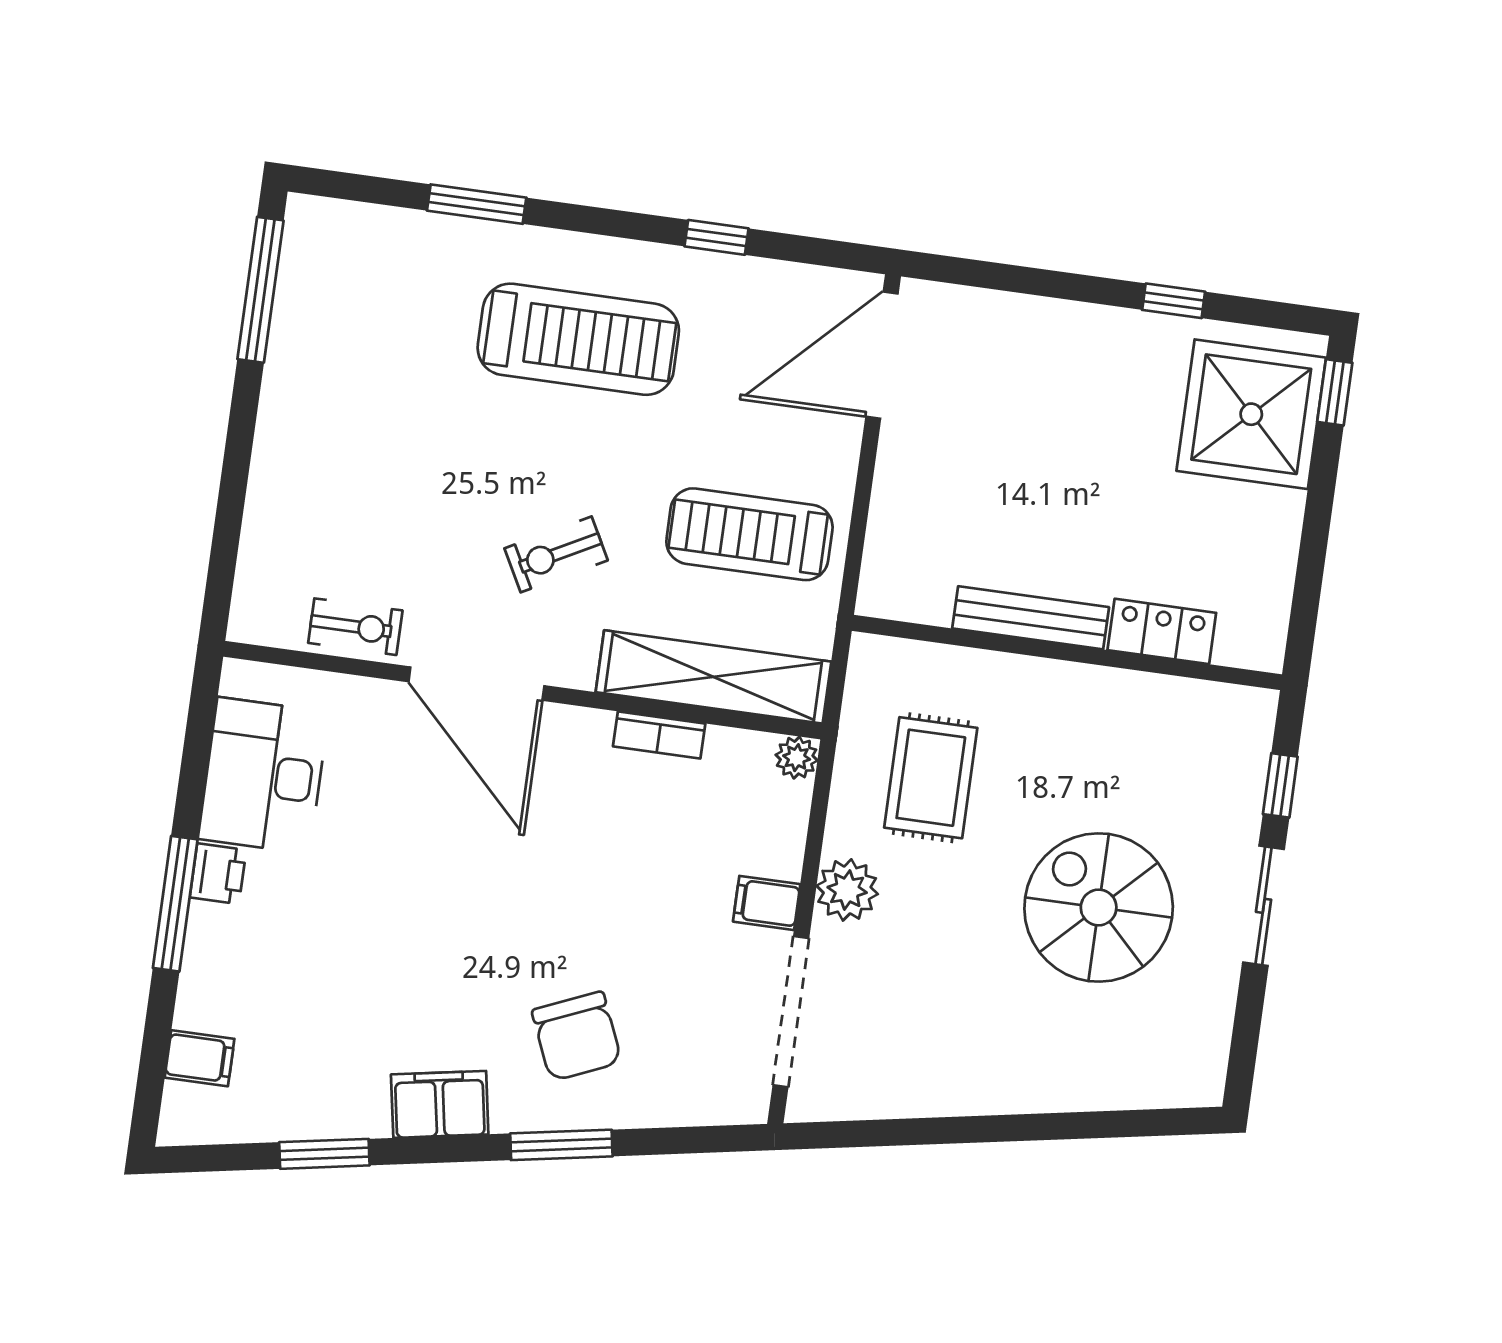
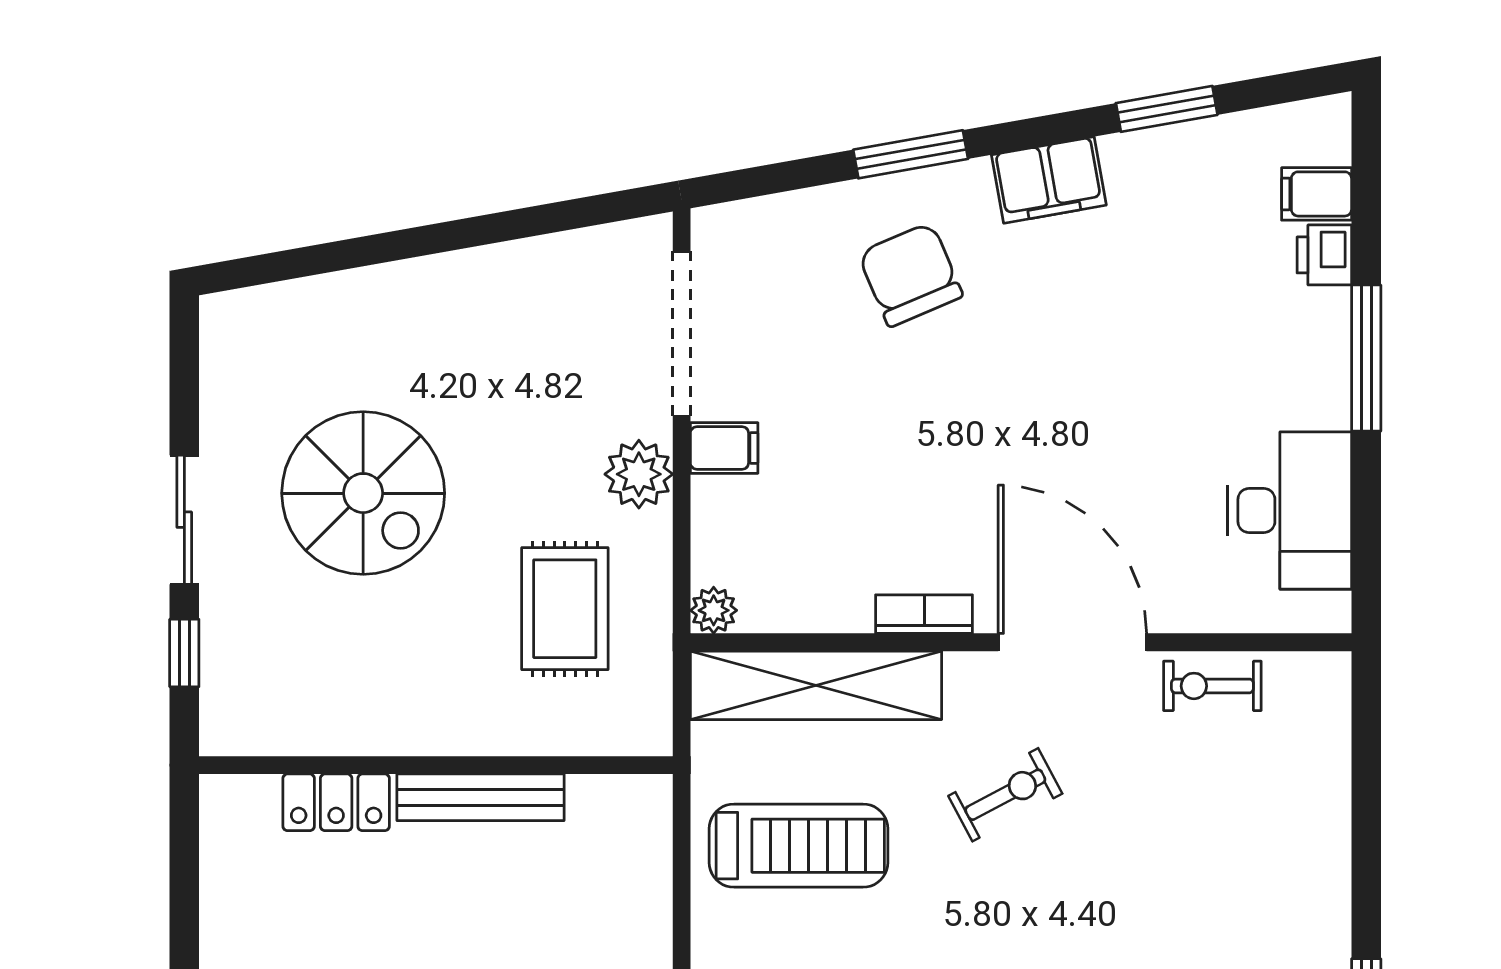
bookcase: (659, 735) -> (924, 614), moved
printer: (218, 874) -> (1324, 255), moved

